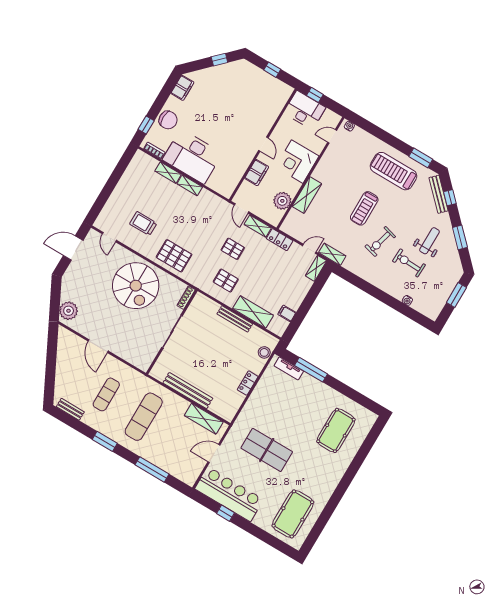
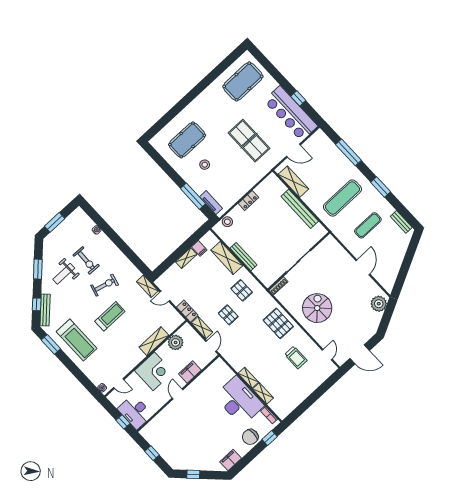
chair: (168, 120) -> (250, 437), turned -90
shelving: (316, 268) -> (186, 258), moved
spiral stairs: (136, 286) -> (317, 308), width x0.73, depth x0.73
stool: (308, 409) -> (205, 165), added

